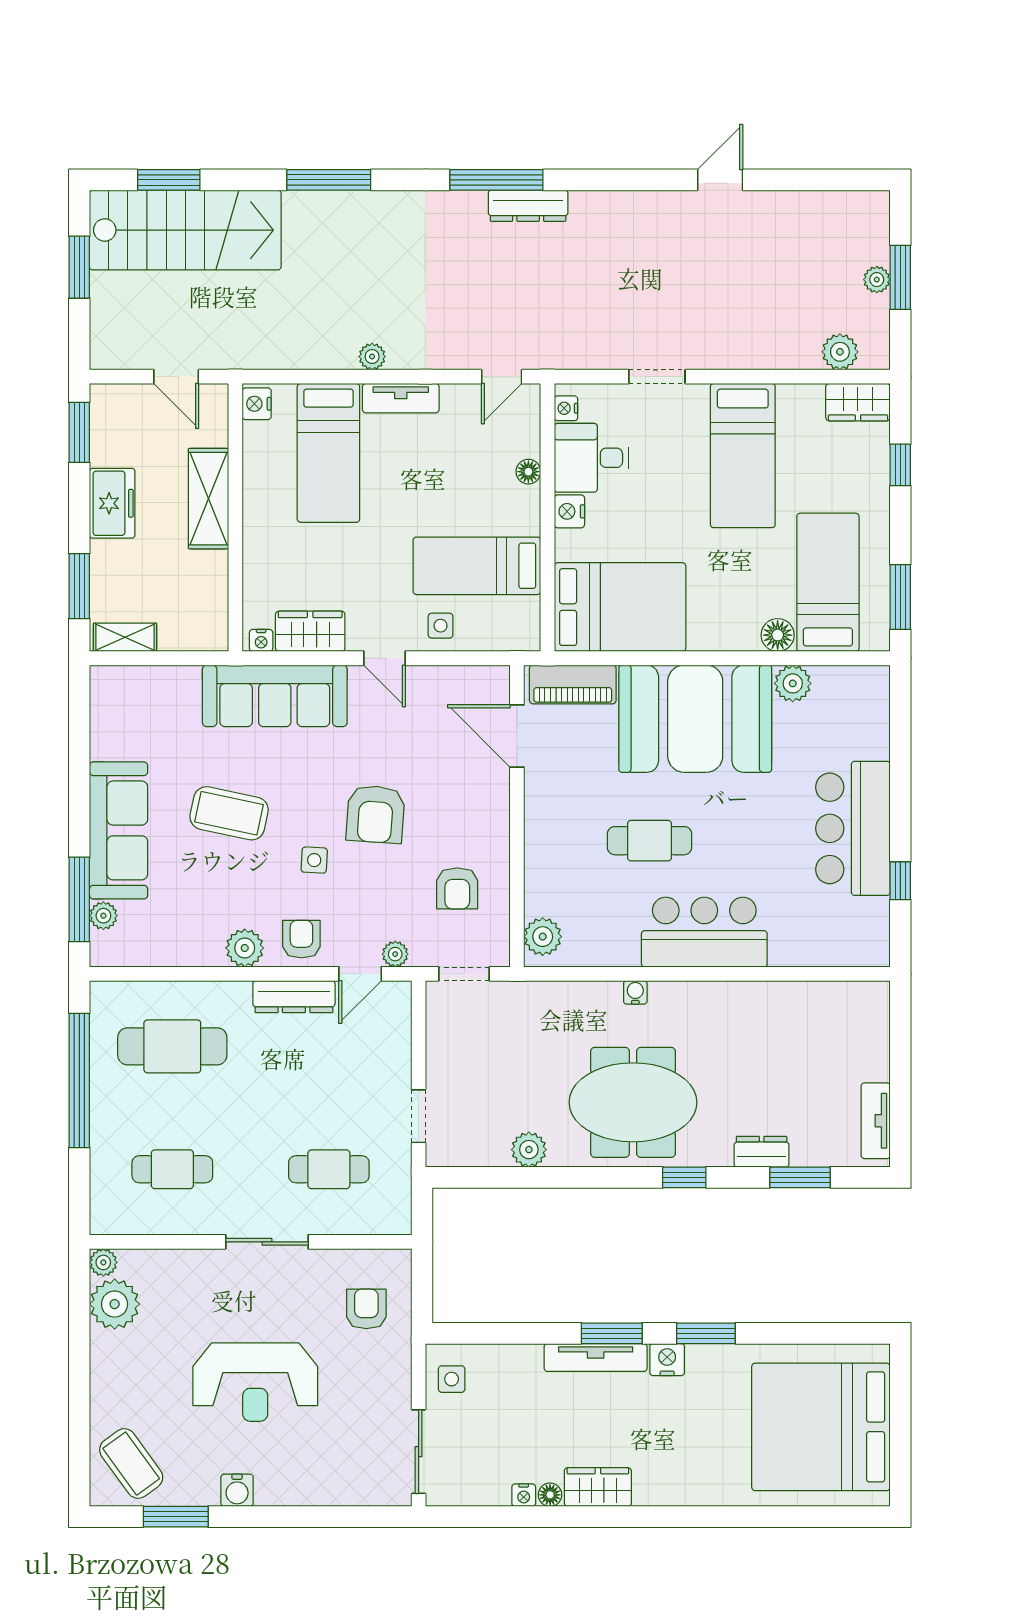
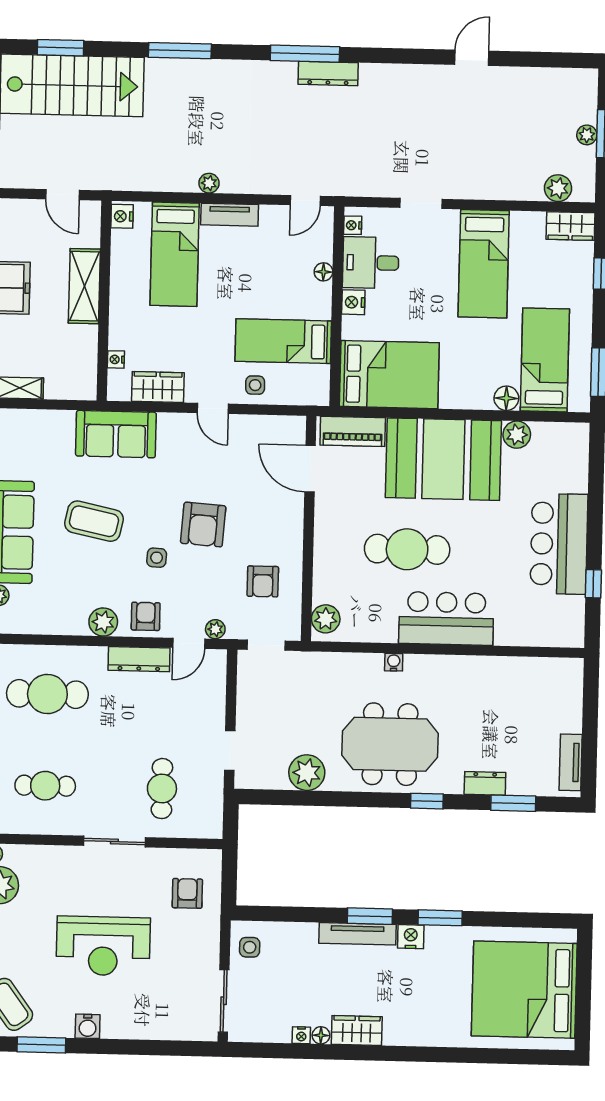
nightstand: (261, 640) -> (116, 359), moved, turned 90
sofa: (275, 696) -> (116, 434), width x0.73
cafe table: (650, 841) -> (407, 549), width x1.37, depth x1.35
plant: (529, 1150) -> (307, 773), width x1.36, depth x1.36
cafe table: (329, 1169) -> (162, 789), turned 90

